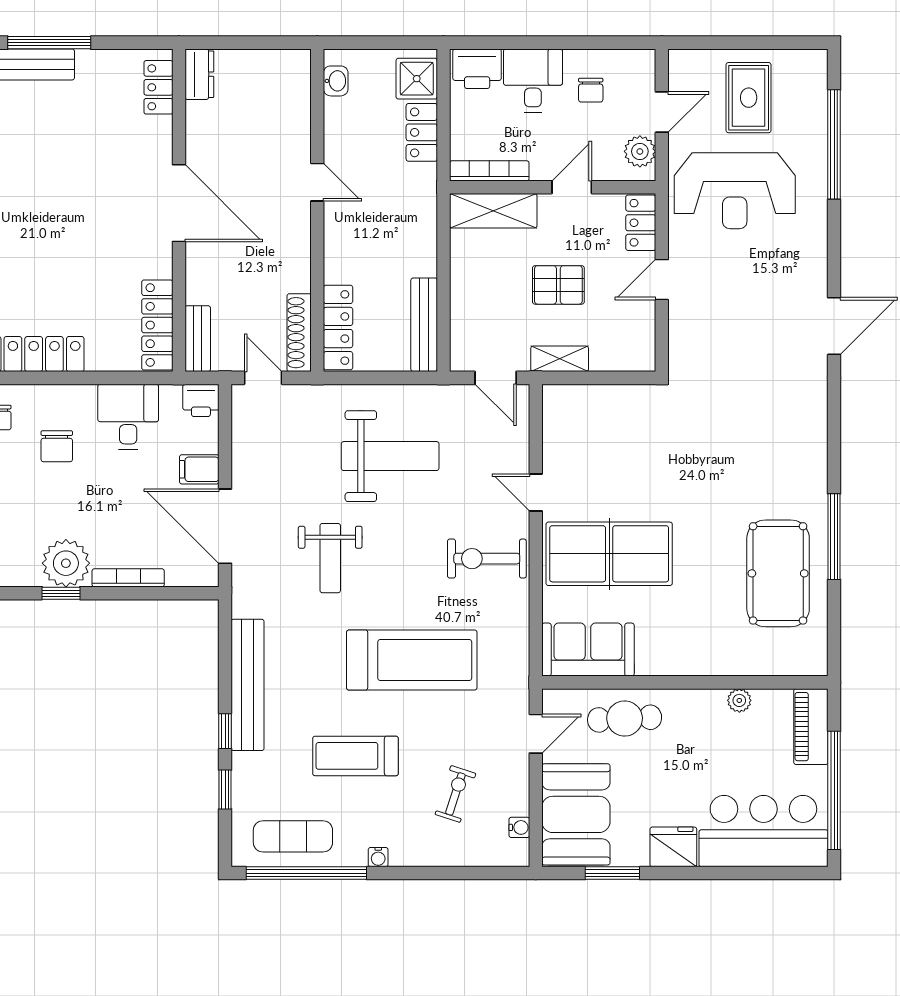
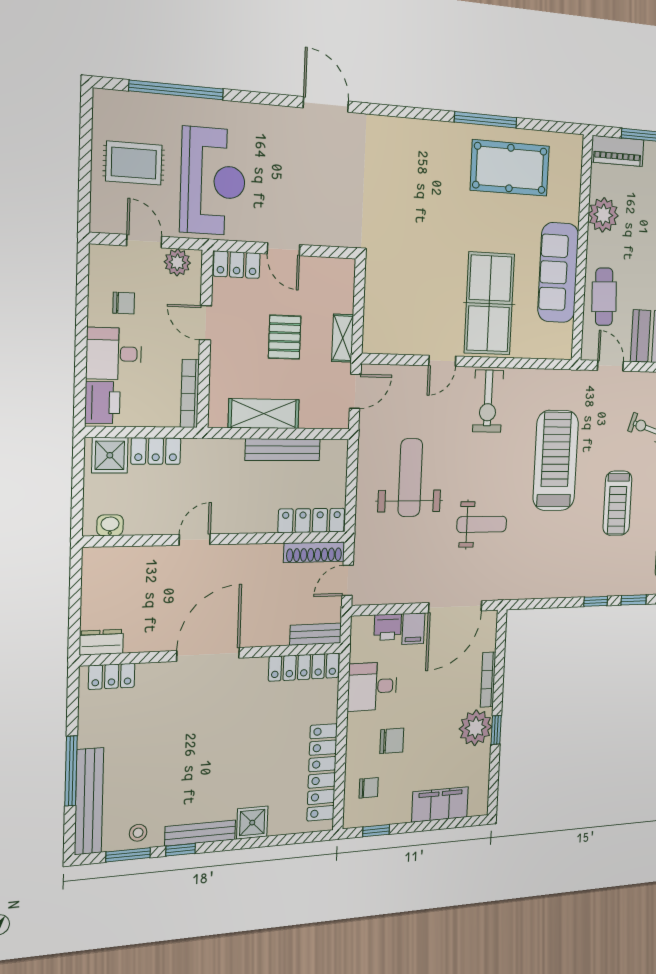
shelving: (493, 211) -> (264, 414), moved, turned 90
bench: (424, 325) -> (283, 450), moved
printer: (201, 400) -> (388, 627), moved, turned 90
sofa: (588, 650) -> (558, 273), moved, width x1.36
bench: (248, 685) -> (566, 586), removed
plant: (739, 700) -> (603, 215), width x1.88, depth x1.88

